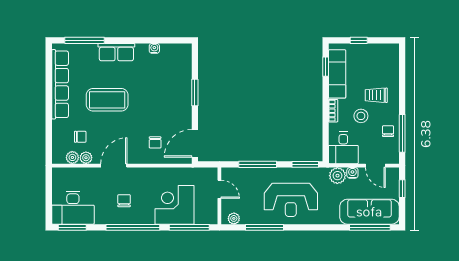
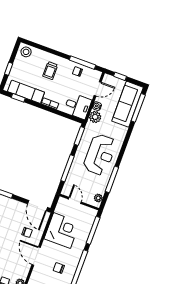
stool: (361, 116) -> (26, 52), moved
door: (114, 166) -> (36, 256), moved
door: (219, 189) -> (75, 200), hinge flipped
corner desk: (175, 205) -> (62, 231), moved, turned 180

